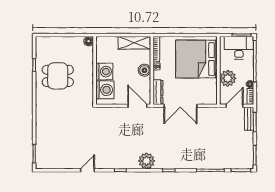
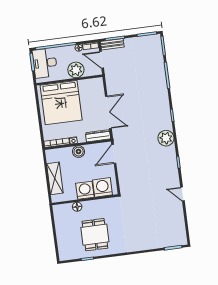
floor lamp: (89, 41) -> (77, 207), moved
shelving: (134, 43) -> (55, 178), moved

